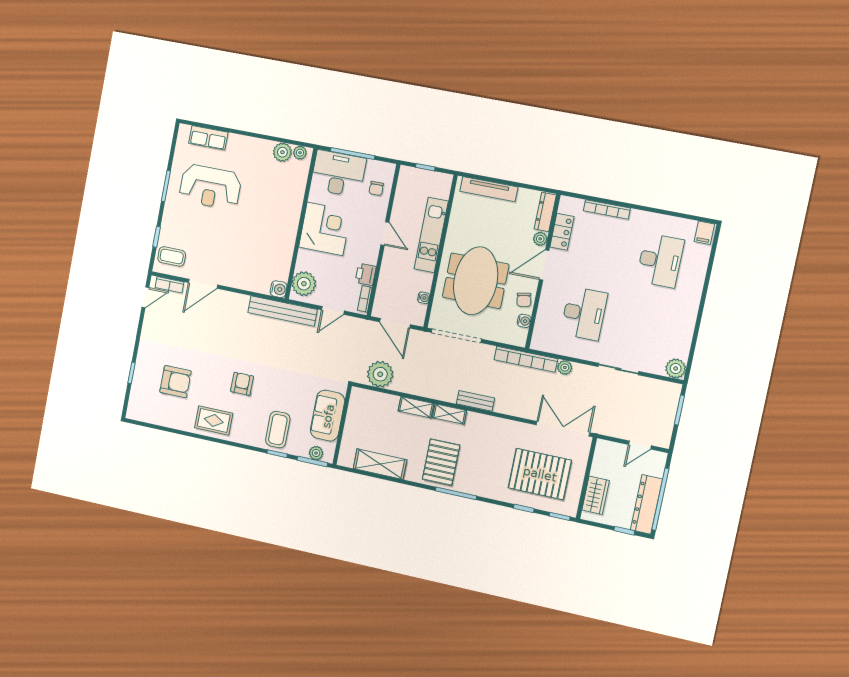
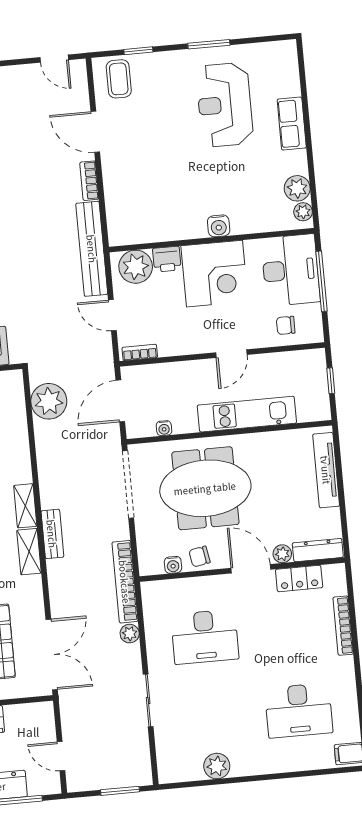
row of seats: (208, 138) -> (292, 124), moved
printer: (366, 274) -> (167, 259), moved, turned 180
bookcase: (169, 285) -> (89, 181), moved
water cooler: (279, 289) -> (219, 226), moved
plant: (676, 368) -> (217, 766), moved
shelving: (416, 407) -> (29, 552), moved

